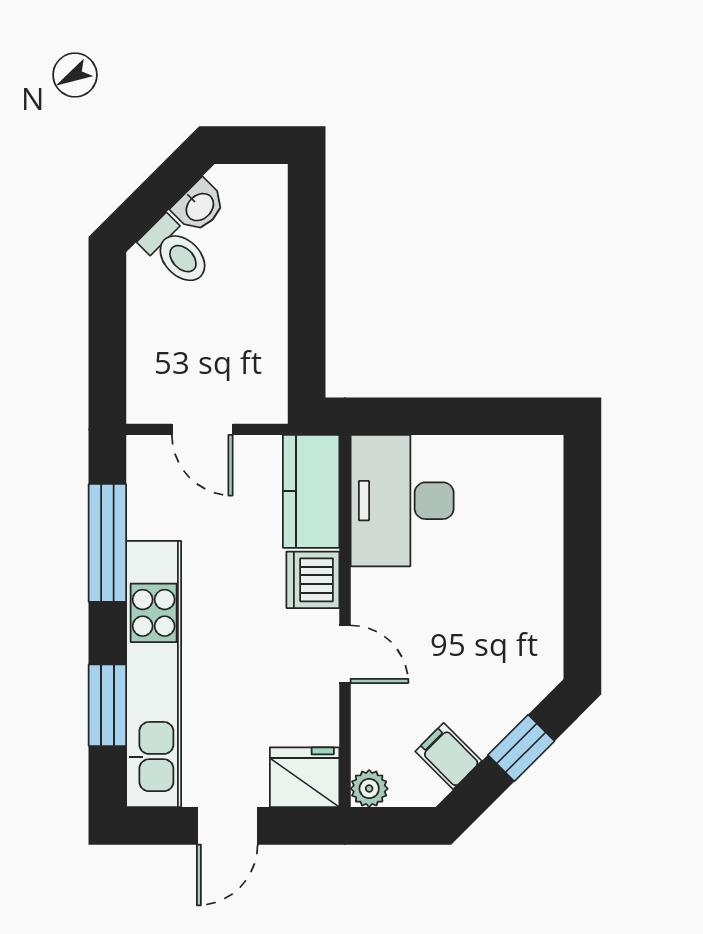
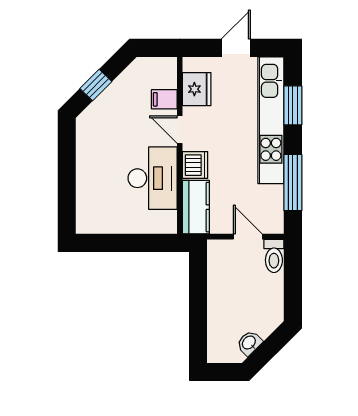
toilet: (176, 252) -> (274, 256), moved, turned -135
desk: (402, 501) -> (153, 178), moved
filing cabinet: (448, 756) -> (164, 99), moved, turned 135
fridge: (305, 777) -> (197, 89), moved, turned -90
plant: (369, 789) -> (168, 66), removed

